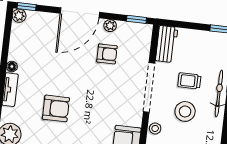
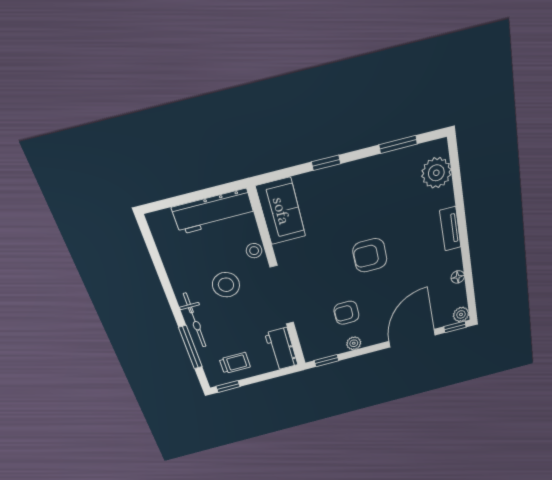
door: (80, 13) -> (412, 338), moved
floor lamp: (12, 67) -> (458, 277), moved
trolley: (189, 81) -> (235, 363), moved
armchair: (56, 108) -> (370, 255), moved

